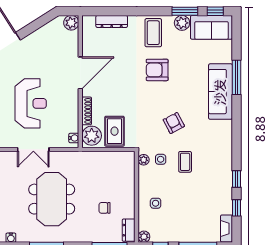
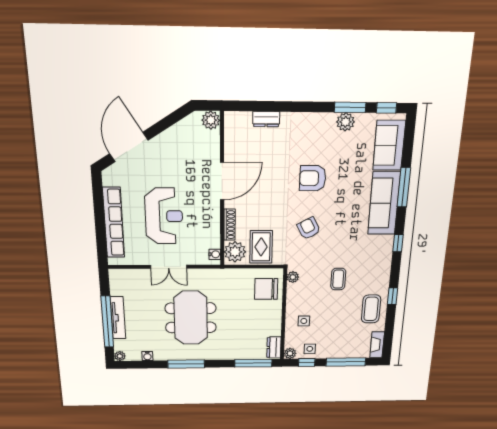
dresser: (112, 21) -> (266, 119), width x0.70
sofa: (211, 27) -> (389, 145), moved, turned 90
coffee table: (153, 33) -> (371, 309), moved
armchair: (174, 123) -> (309, 228), moved
side table: (161, 159) -> (310, 349), moved
chair: (105, 208) -> (266, 289), moved, width x1.87, depth x1.87
window: (236, 208) -> (398, 243), moved

